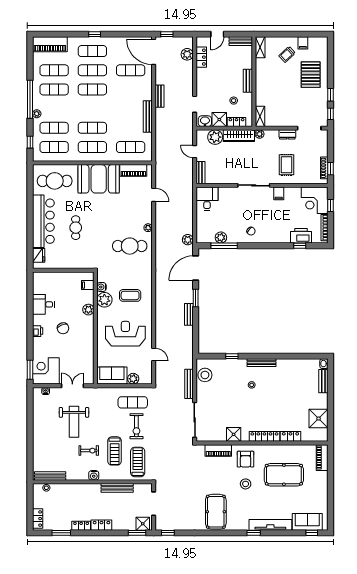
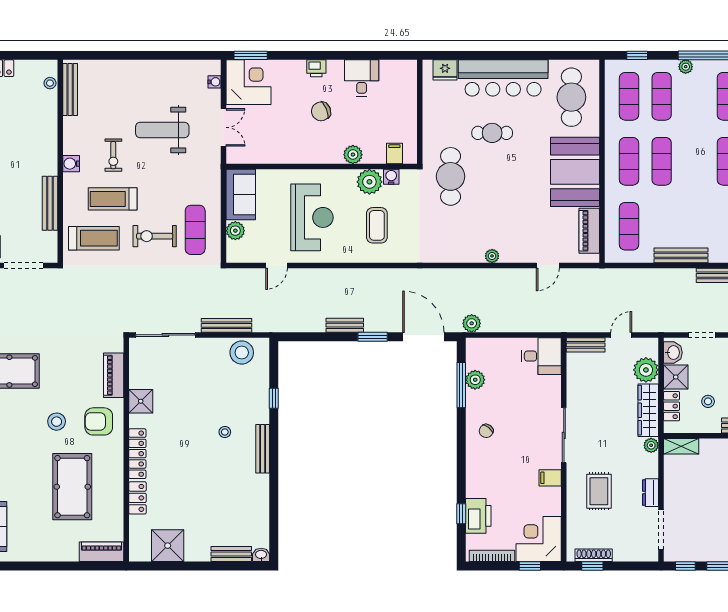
rug: (287, 165) -> (599, 491), turned 90
cafe table: (130, 246) -> (451, 176), moved

